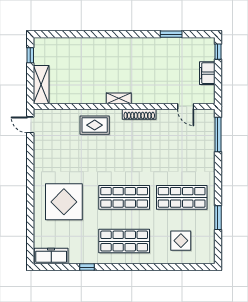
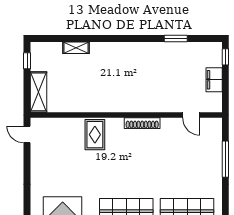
shelving: (119, 98) -> (76, 48), moved
rug: (95, 125) -> (95, 135), turned 90
window: (218, 134) -> (225, 159), moved

